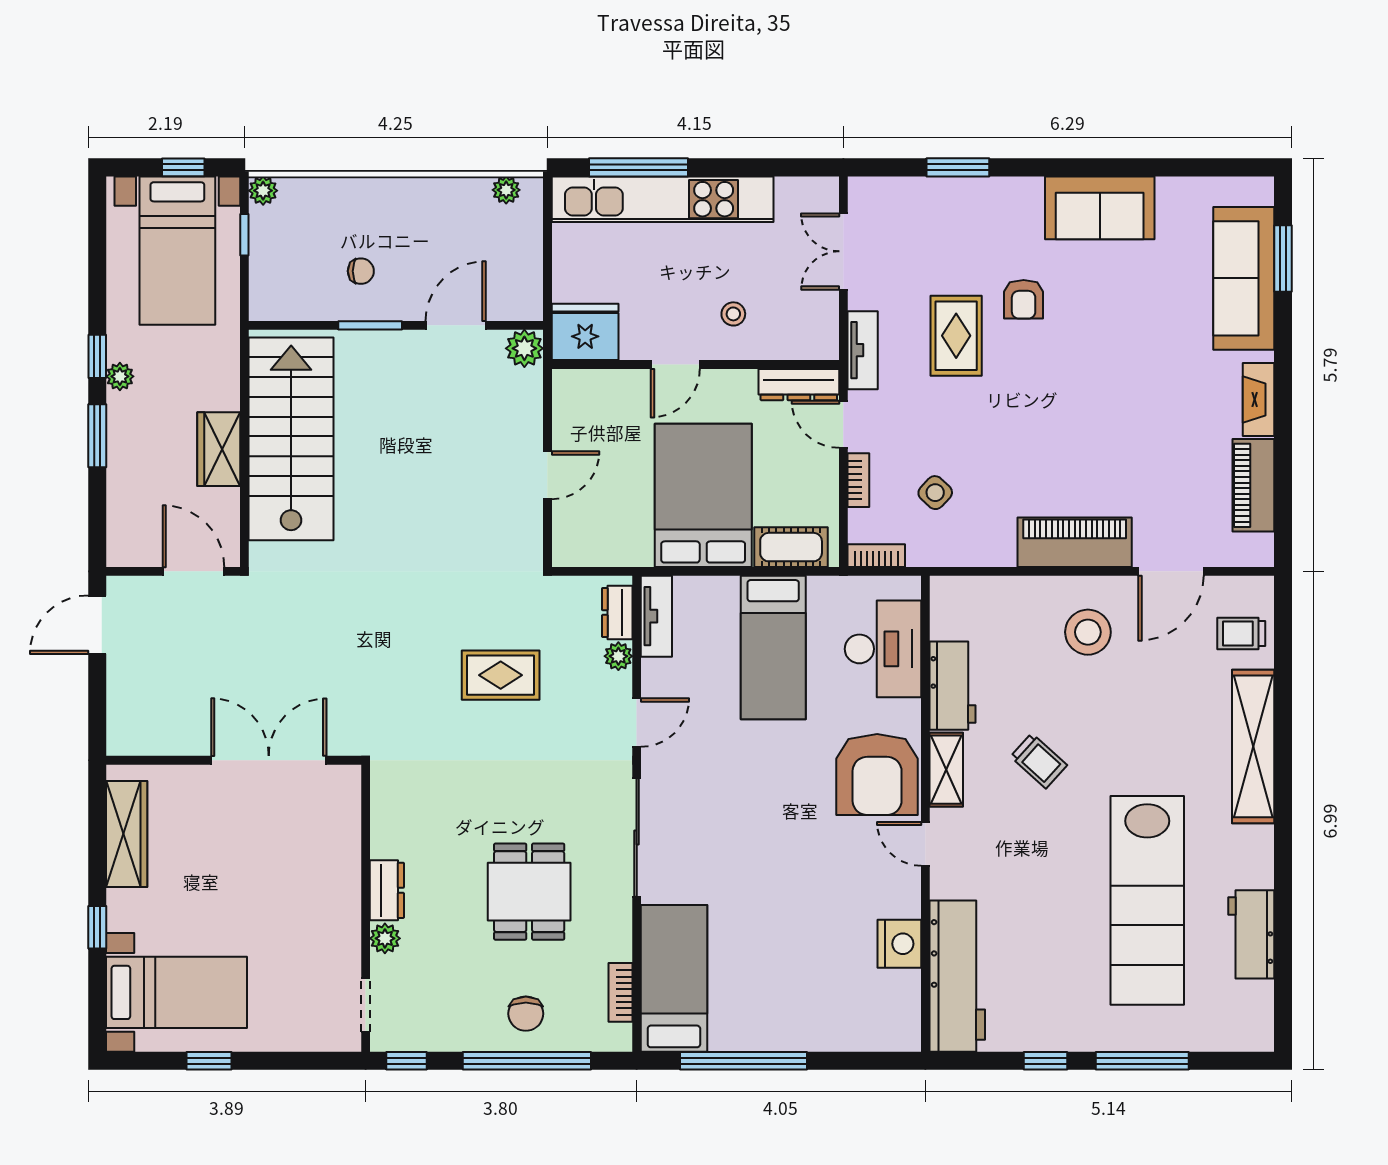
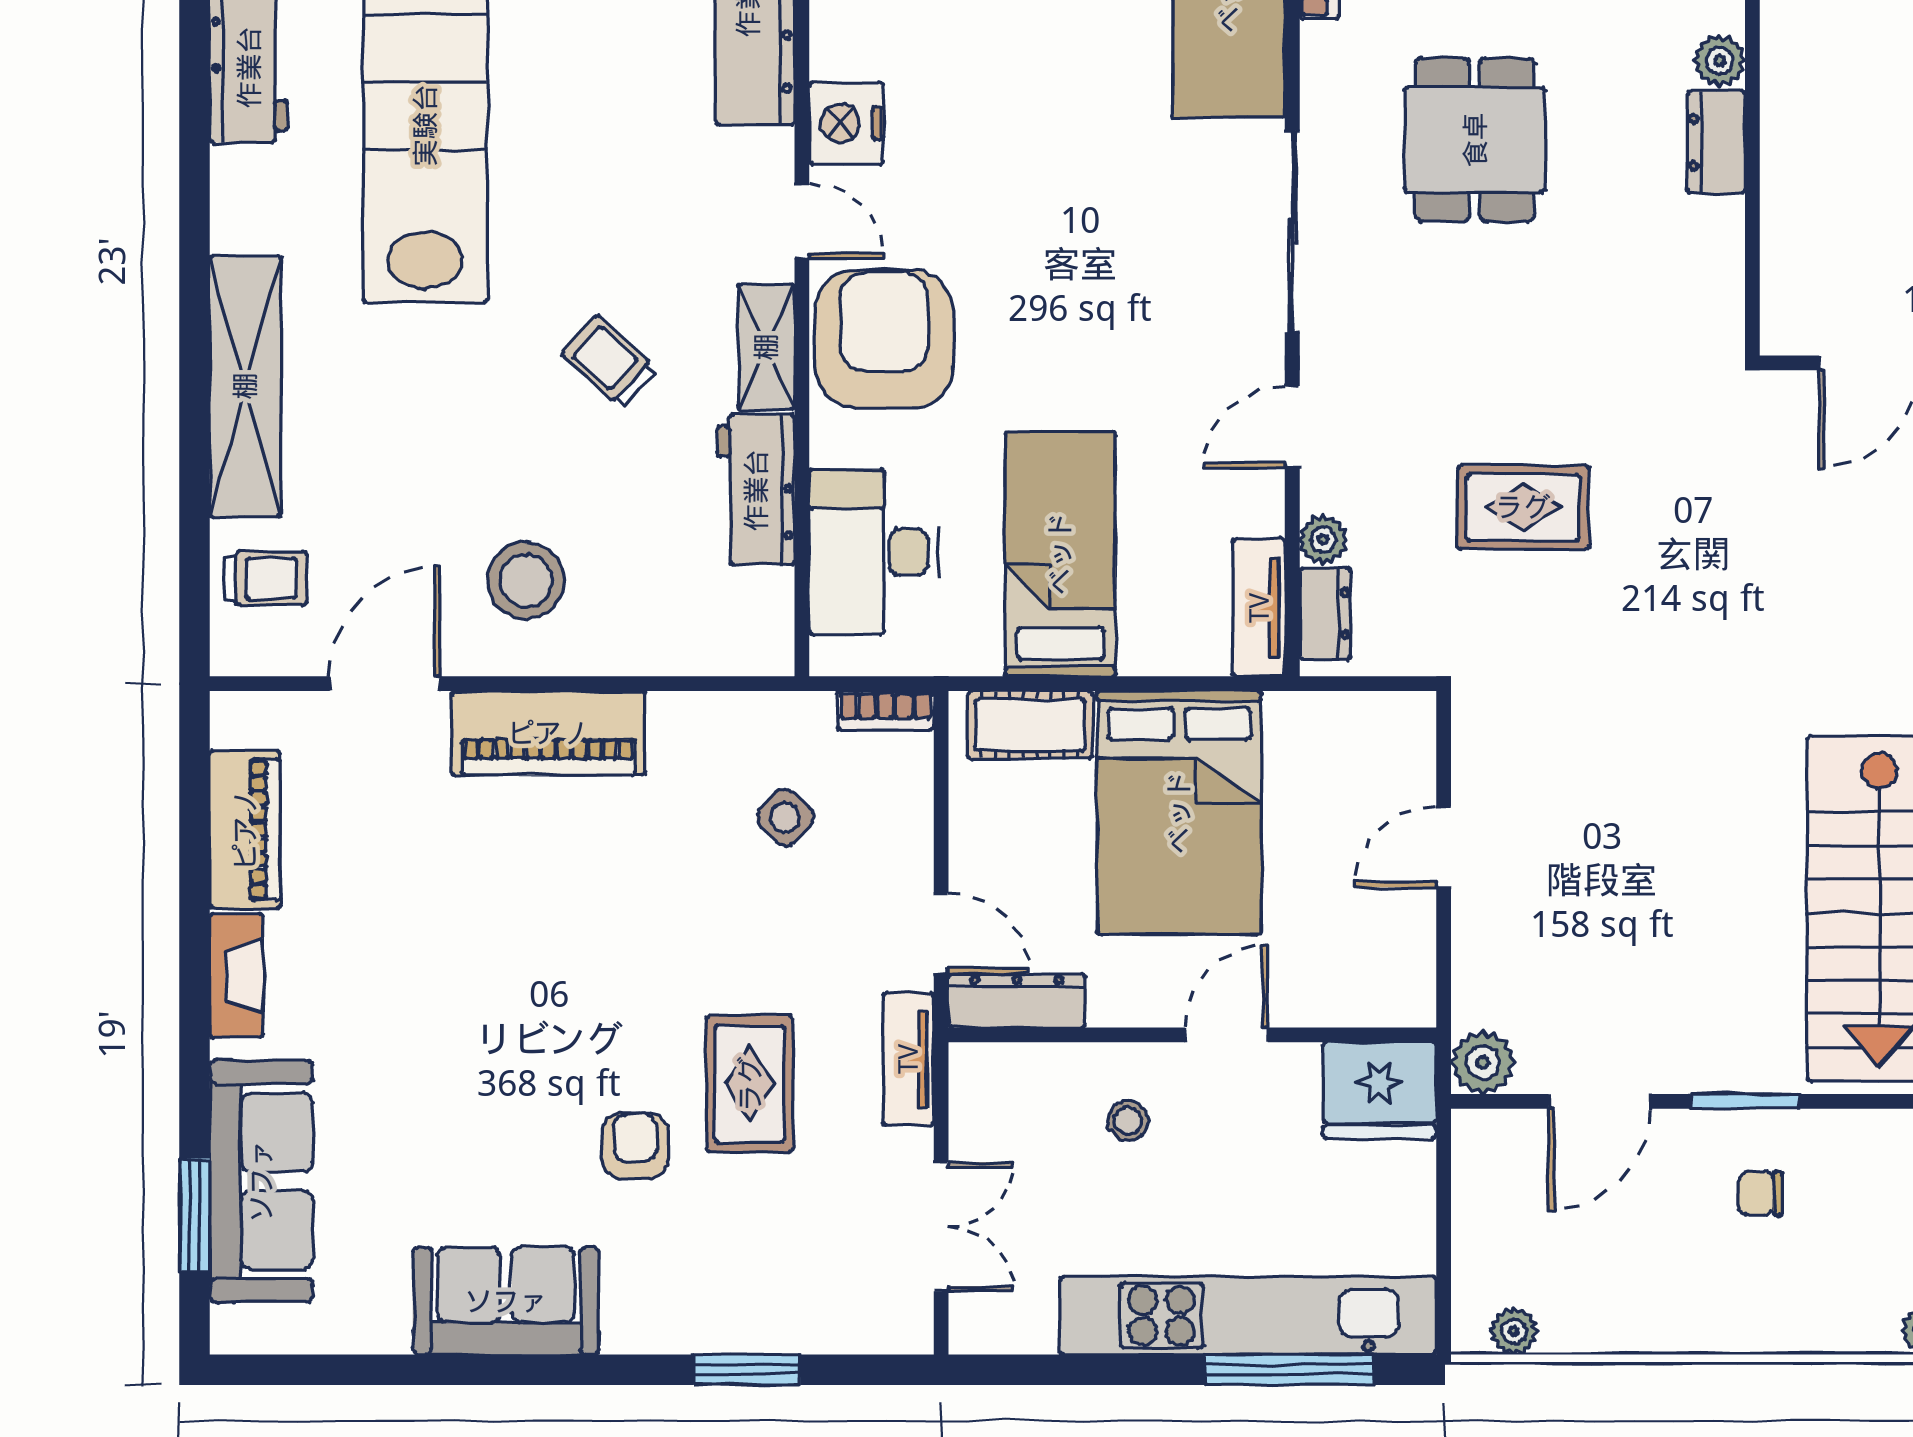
bookcase: (858, 480) -> (916, 839), removed
nightstand: (899, 944) -> (846, 123), moved

